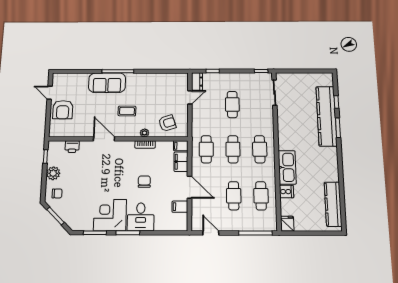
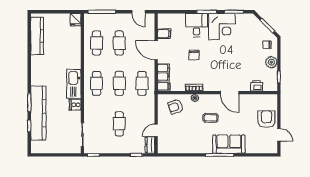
kitchen sink: (287, 167) -> (74, 84), moved
cooker: (286, 192) -> (75, 105), moved

